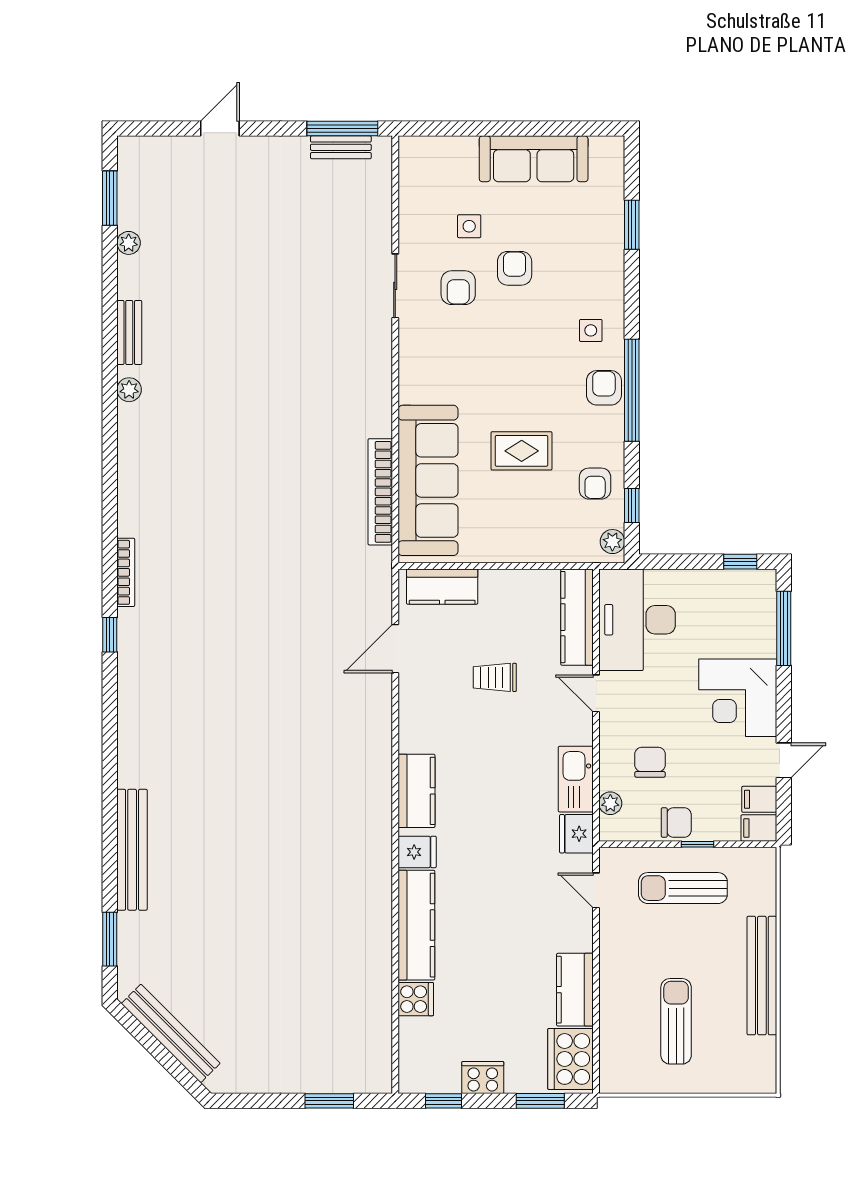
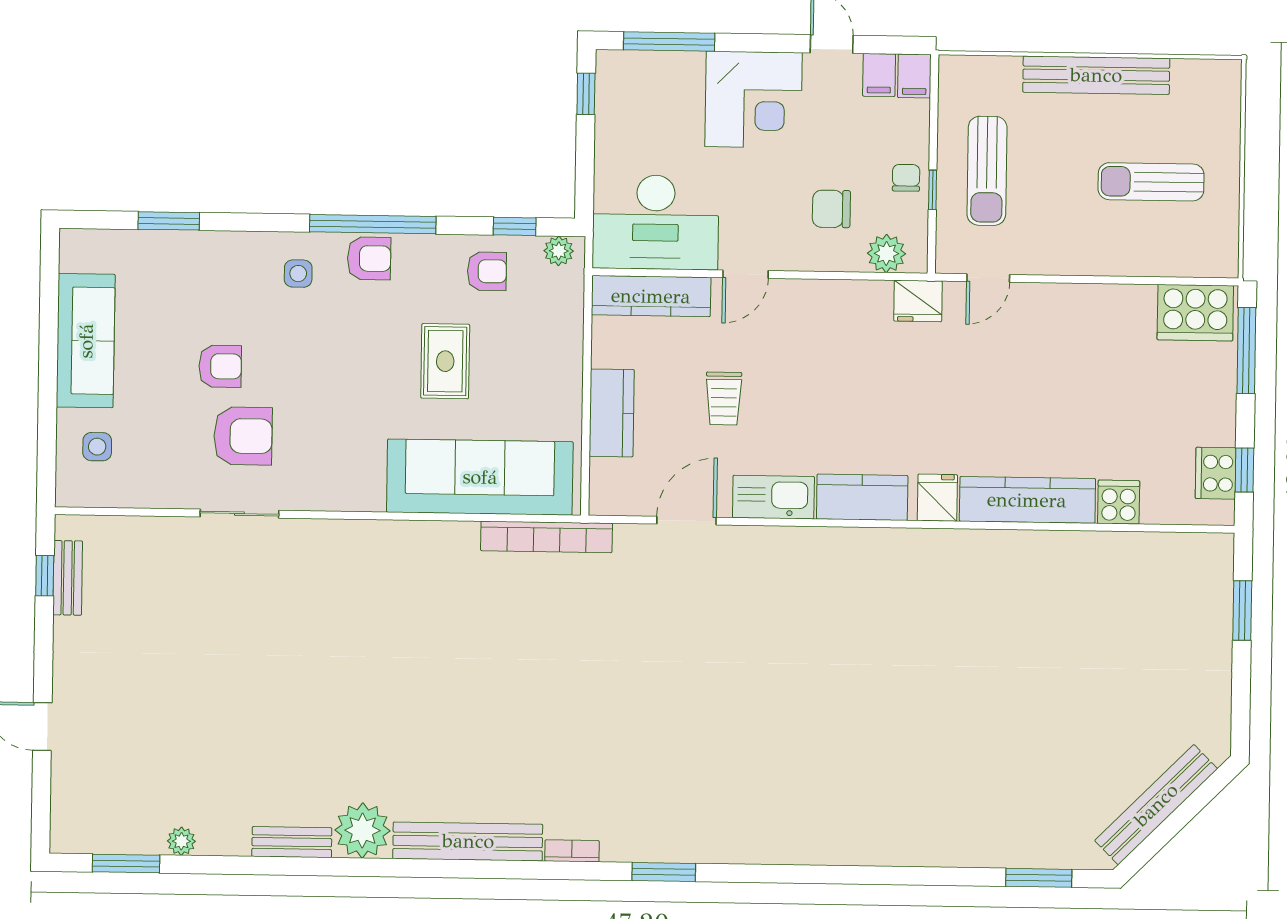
window: (342, 129) -> (45, 576), width x0.46
side table: (469, 226) -> (97, 447), moved
armchair: (515, 268) -> (220, 366), turned 180
armchair: (458, 288) -> (243, 436), width x1.38, depth x1.38
armchair: (604, 388) -> (369, 258), turned 180
plant: (129, 390) -> (362, 830), width x1.88, depth x1.88
bookcase: (380, 492) -> (547, 537), moved
bookcase: (126, 572) -> (572, 851), width x0.64
kitchen counter: (442, 587) -> (612, 413), moved
window: (110, 635) -> (664, 872), width x1.50
door: (395, 649) -> (687, 521), swing flipped
kitchen sink: (576, 779) -> (773, 497), moved, turned 180
plant: (610, 803) -> (886, 253), width x1.38, depth x1.38
chair: (676, 823) -> (906, 178), width x0.73, depth x0.73
window: (698, 844) -> (933, 190), moved
bench: (132, 850) -> (468, 841), moved
kitchen counter: (575, 990) -> (1110, 306), removed
cooker: (483, 1077) -> (1216, 473), moved
window: (540, 1101) -> (1246, 351), width x1.44

